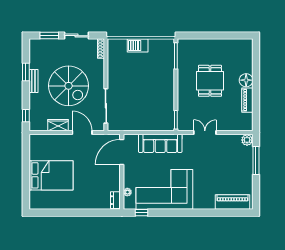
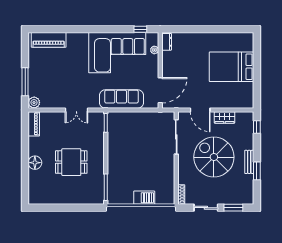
dining table: (210, 81) -> (71, 162), turned 90
piano: (247, 100) -> (34, 124), moved

